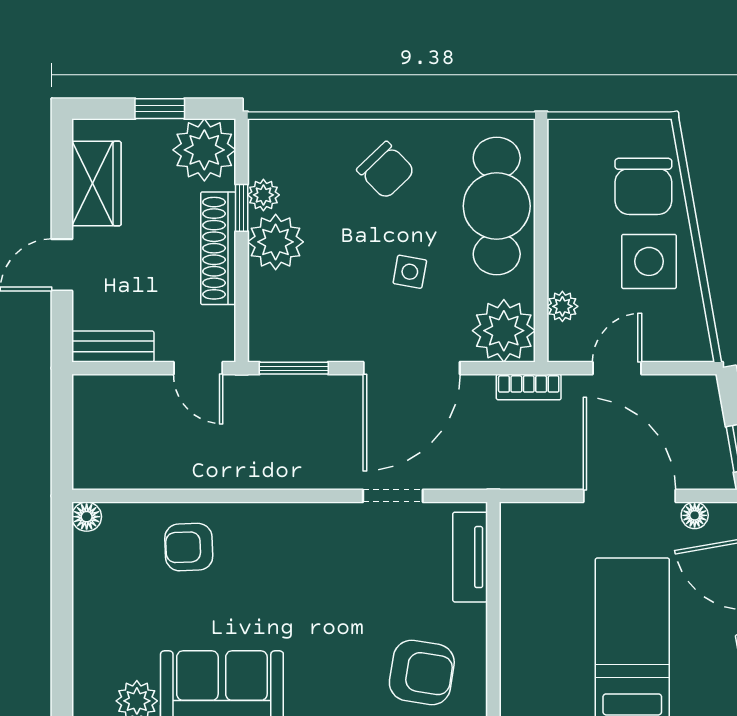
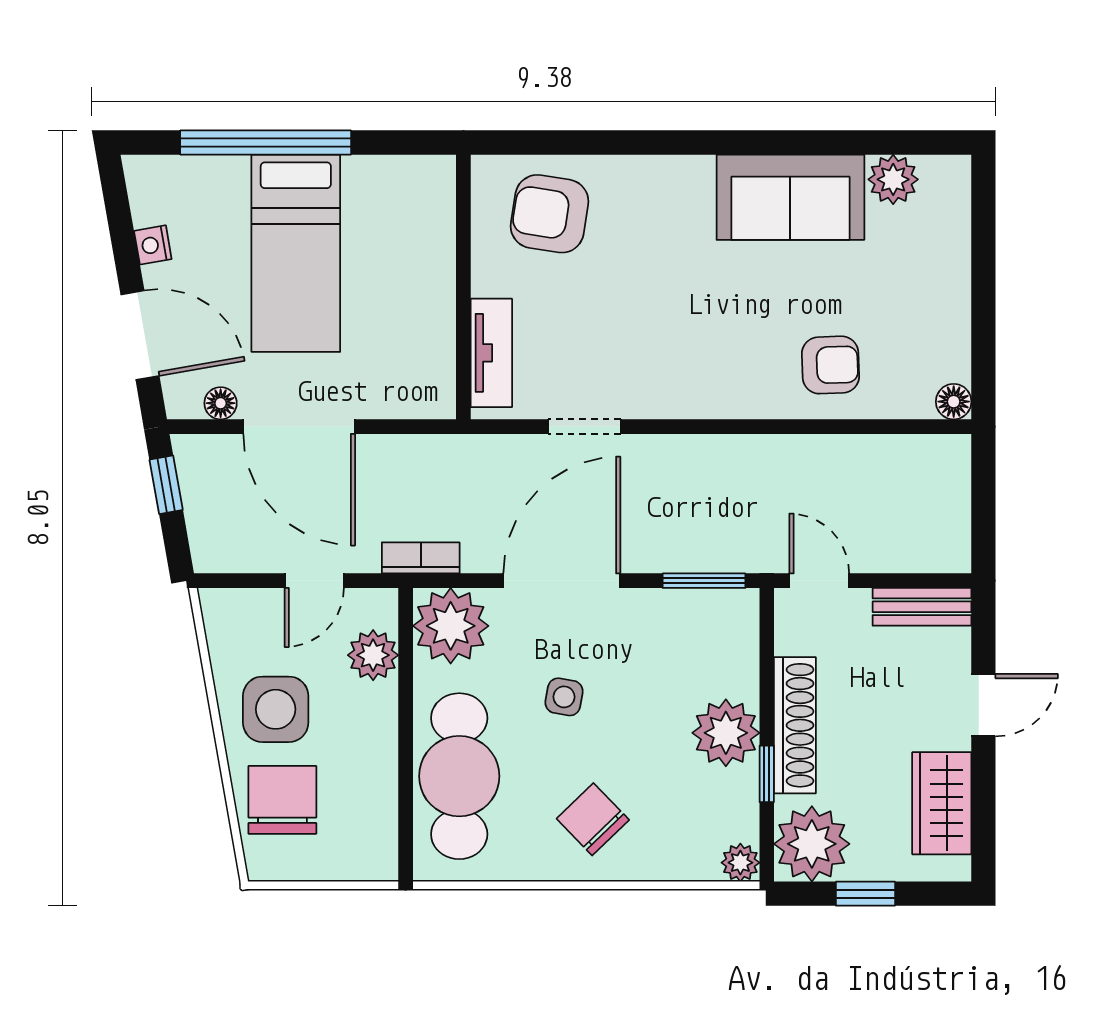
plant: (263, 195) -> (740, 863), moved
plant: (562, 306) -> (373, 655), width x1.38, depth x1.38

